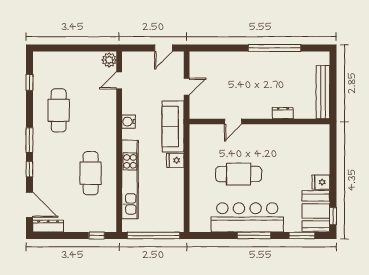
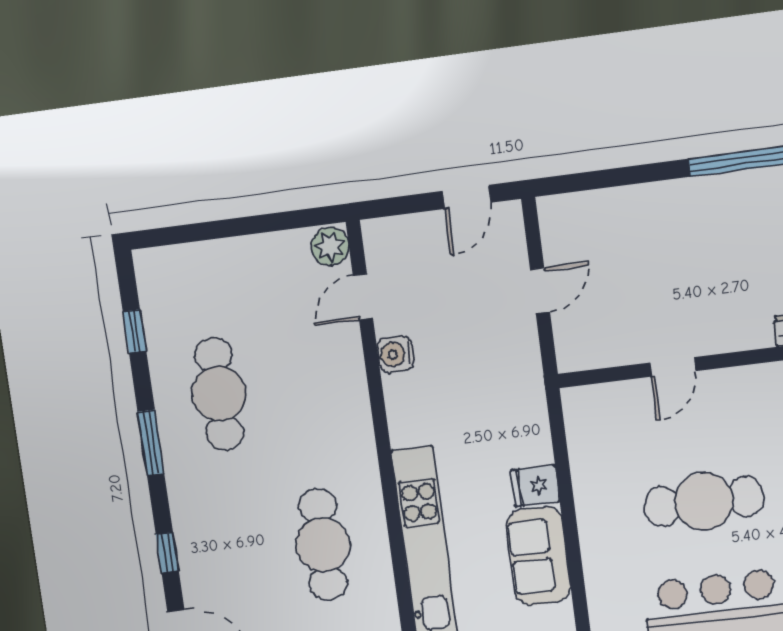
water cooler: (129, 122) -> (395, 354), moved
sofa: (173, 127) -> (538, 556), moved, width x0.73
window: (29, 140) -> (151, 443), moved

